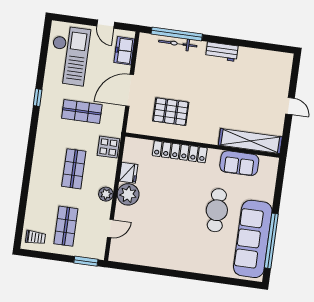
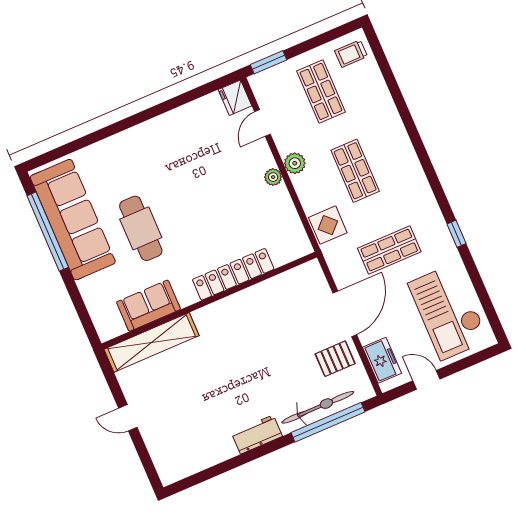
bicycle: (178, 44) -> (318, 407), width x1.37, depth x1.40
pallet: (171, 112) -> (335, 359), moved, width x0.67, depth x0.71
fridge: (128, 173) -> (235, 98), moved
plant: (128, 194) -> (273, 177), width x0.53, depth x0.53

